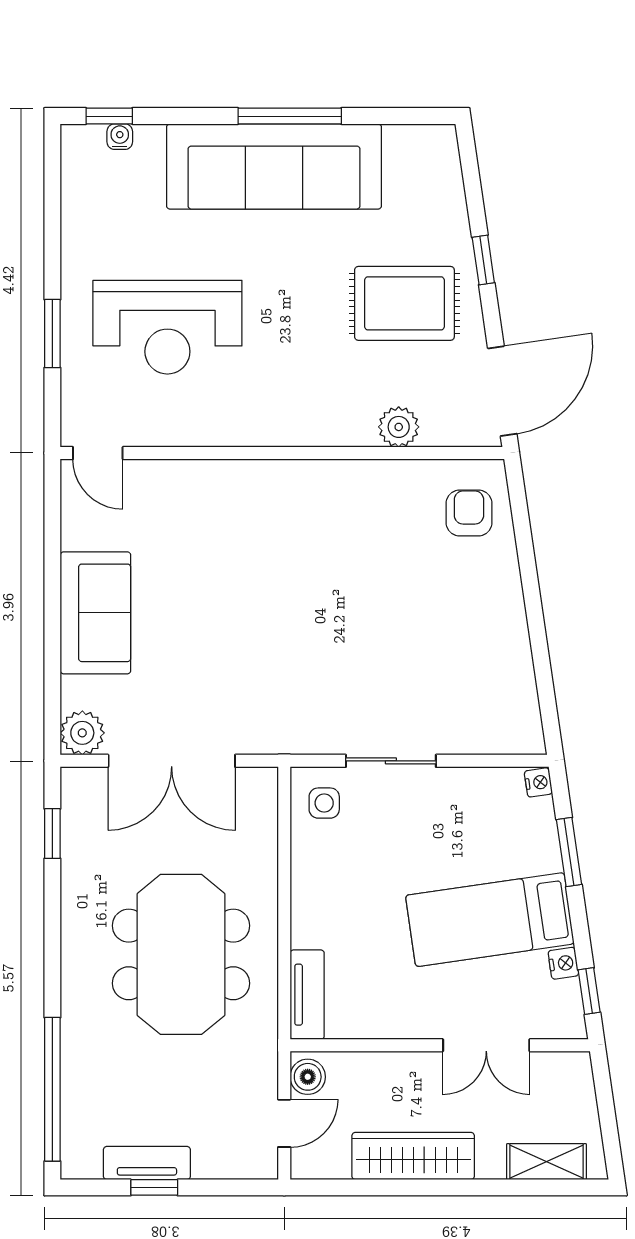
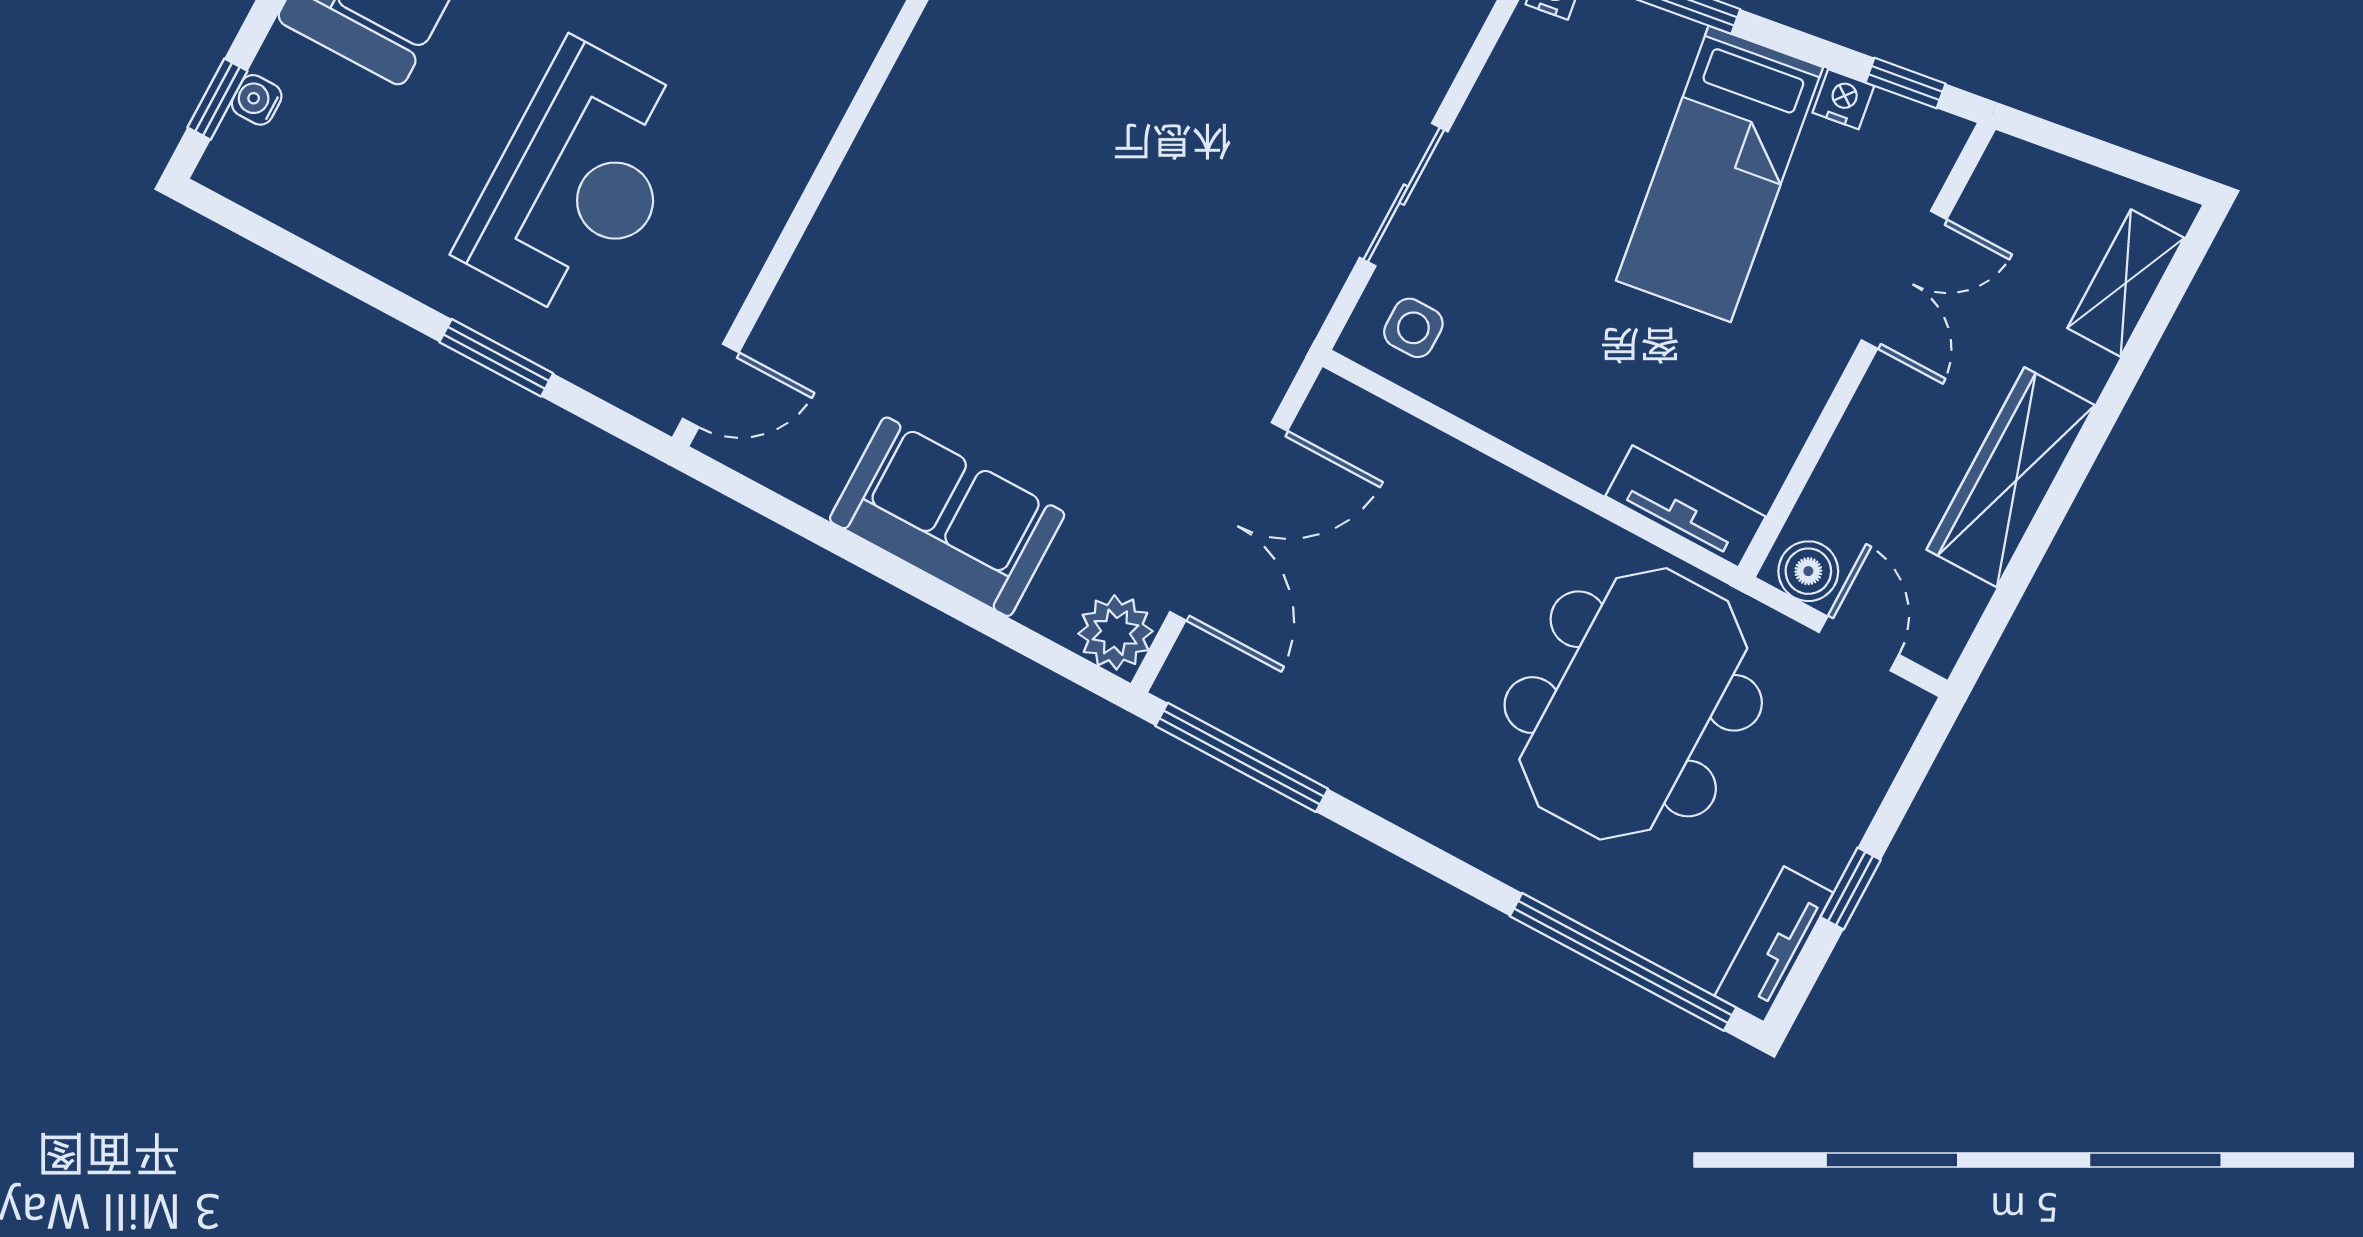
window: (52, 834) -> (1242, 757), width x2.17
meeting table: (181, 954) -> (1633, 704), moved, turned 90
tv unit: (147, 1163) -> (1774, 944), moved

